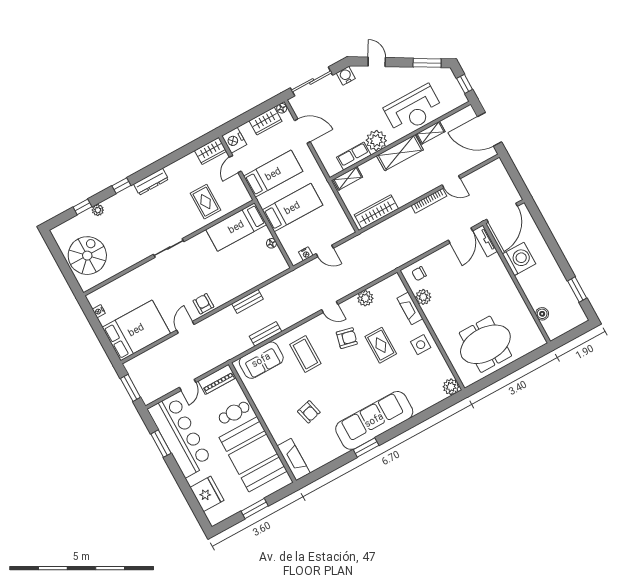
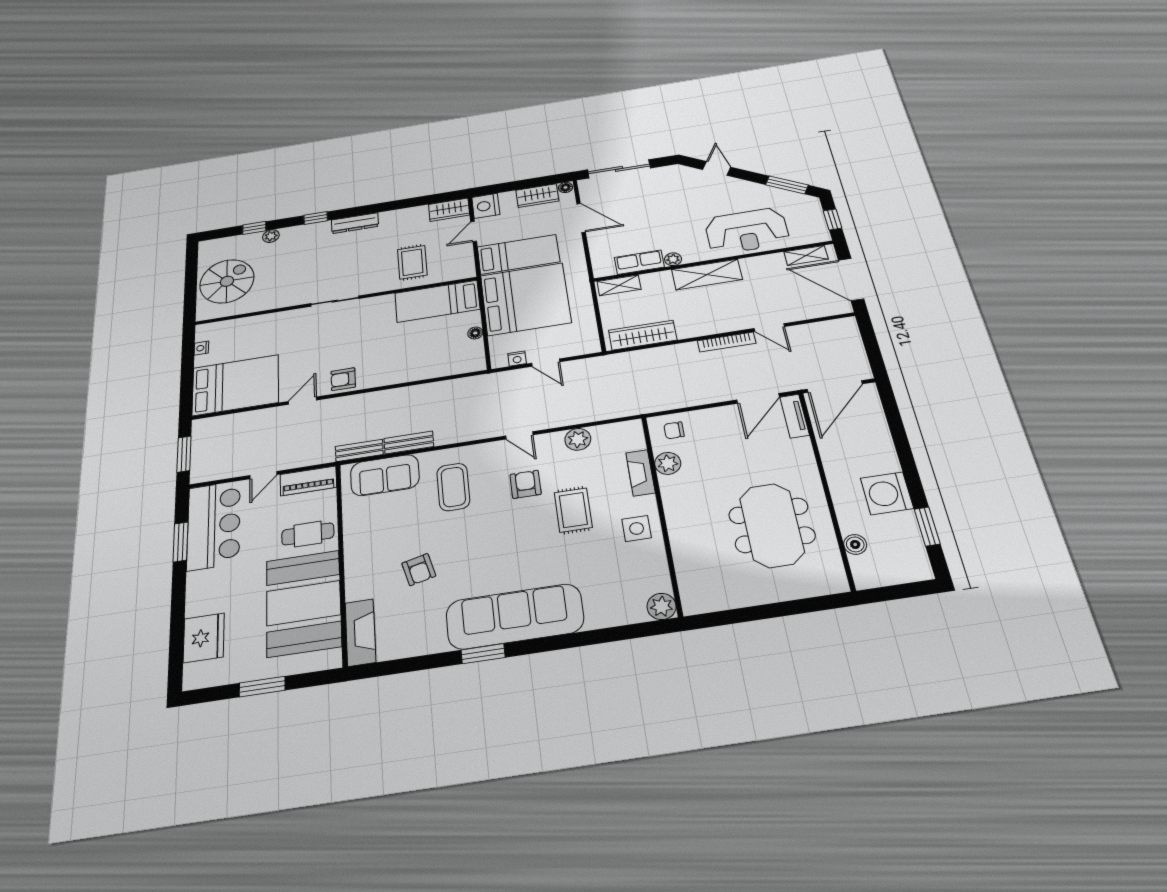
water cooler: (346, 76) -> (668, 173), removed
shelving: (431, 133) -> (806, 255), moved
plant: (376, 140) -> (673, 259), width x0.53, depth x0.53
bed: (292, 208) -> (525, 299), width x2.04
washing machine: (519, 259) -> (887, 493), moved, turned 180
bench: (248, 301) -> (359, 450), moved
armchair: (203, 304) -> (343, 379), turned -90
armchair: (347, 338) -> (526, 484), turned -103
meeting table: (485, 344) -> (772, 525), moved, turned 90
bar counter: (180, 436) -> (214, 525), width x0.73

